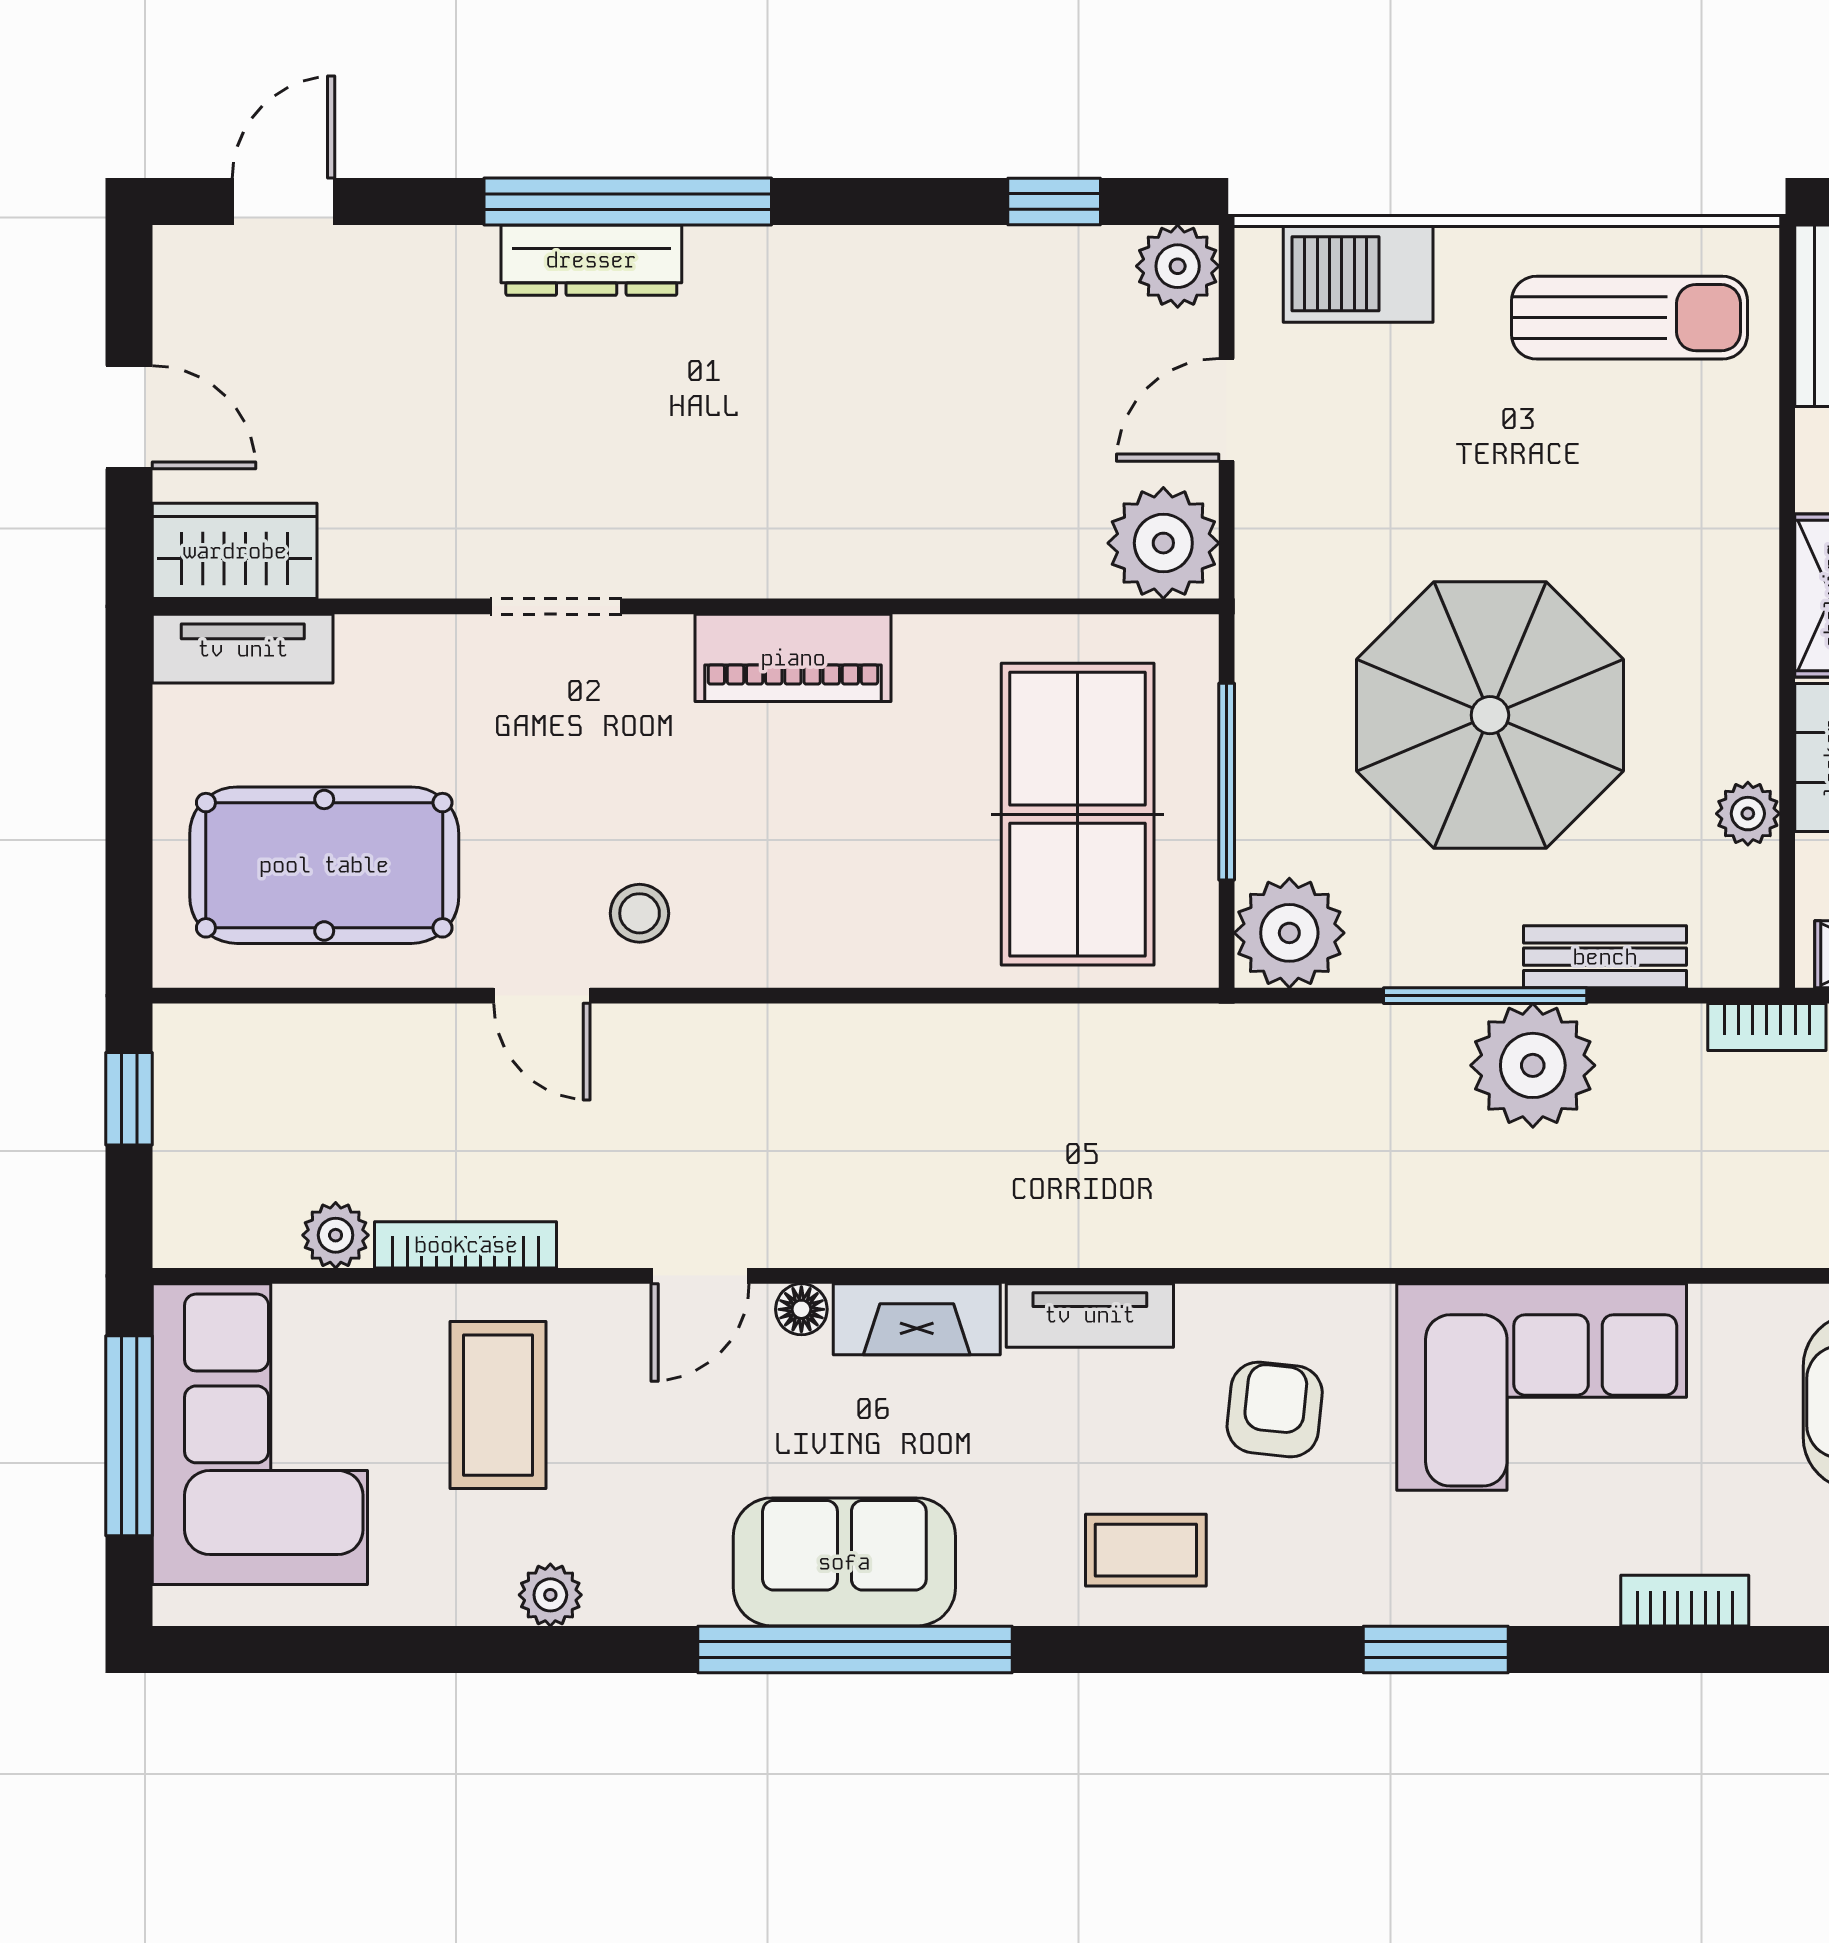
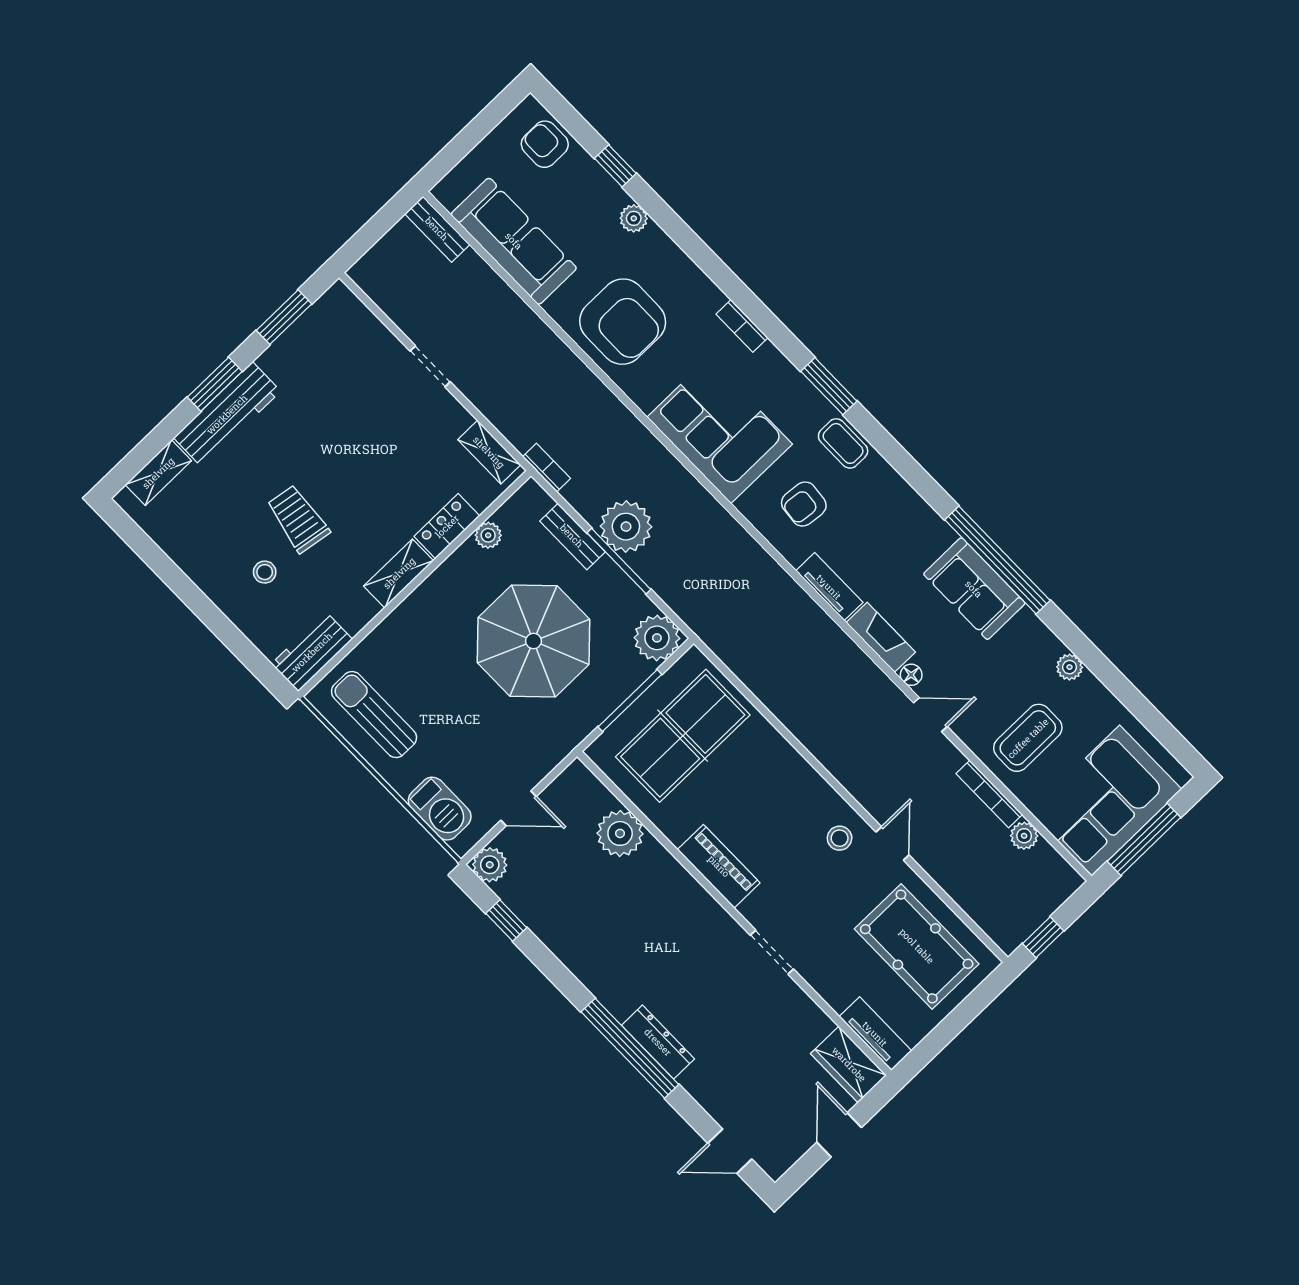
plant: (1163, 543) -> (620, 833), moved
coffee table: (1146, 1550) -> (843, 443), moved

